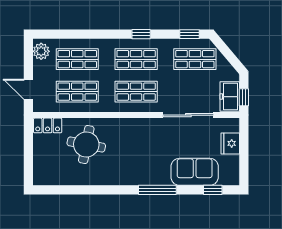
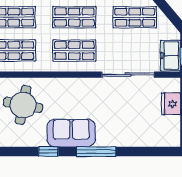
sofa: (195, 172) -> (71, 133), moved
window: (213, 190) -> (48, 152), moved

